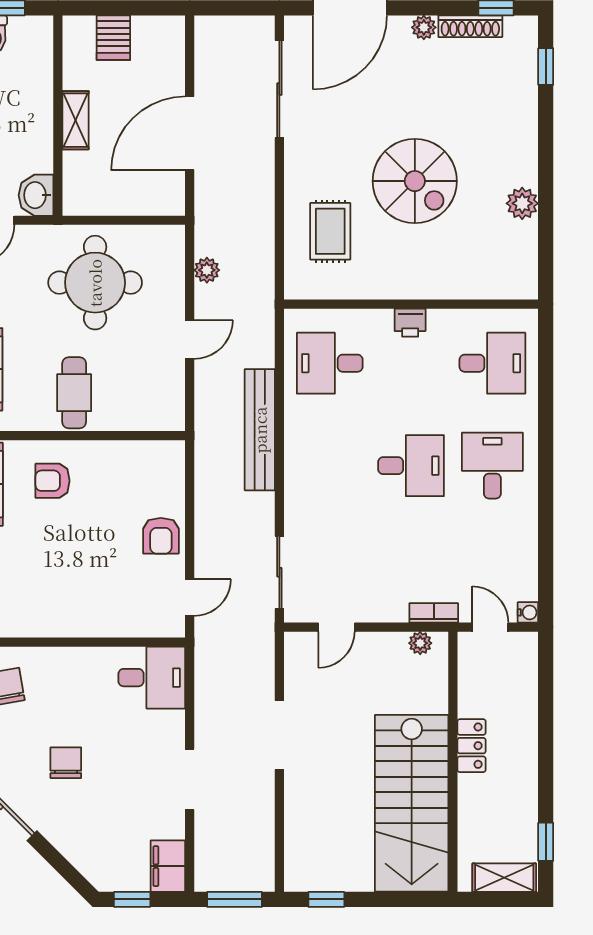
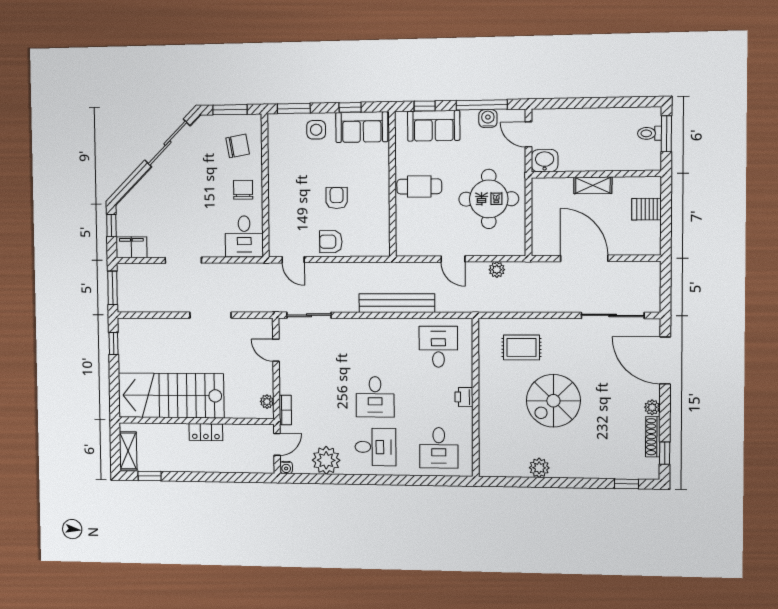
armchair: (52, 481) -> (337, 198), moved
plant: (515, 546) -> (326, 460), added
chair: (66, 763) -> (243, 190), moved, turned -90

